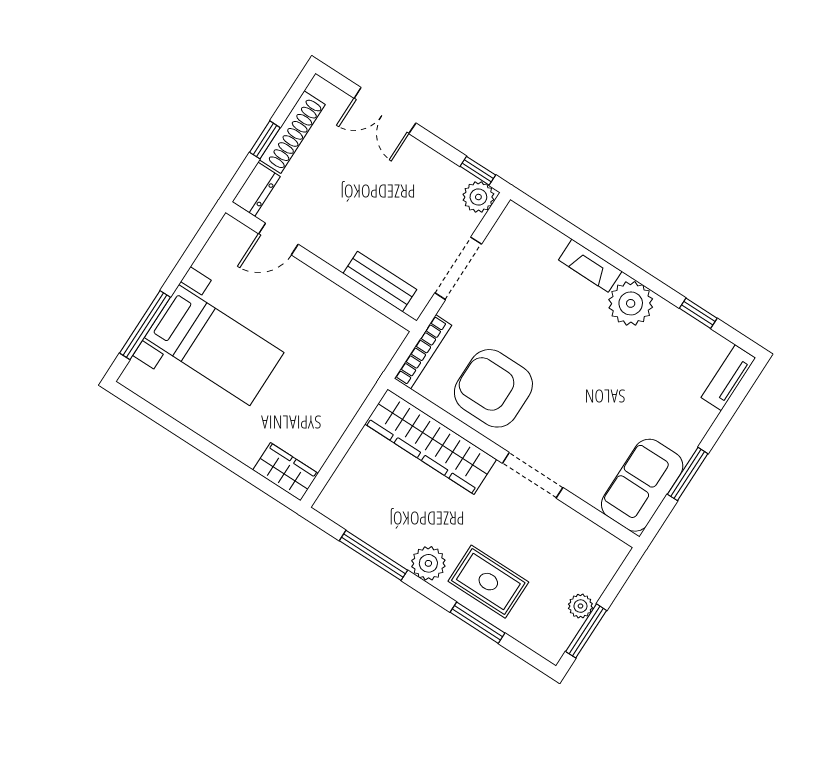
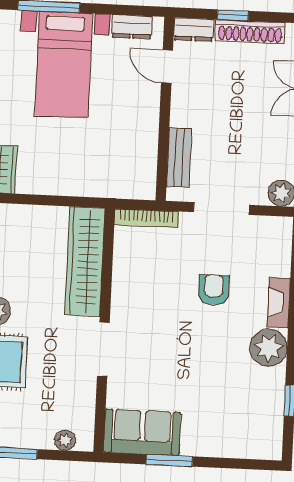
dresser: (216, 252) -> (132, 27), added
tv unit: (728, 378) -> (256, 449), removed
armchair: (493, 388) -> (214, 290), moved, width x0.53, depth x0.53
plant: (580, 606) -> (65, 440), moved

